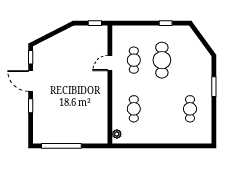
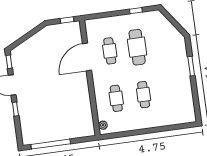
door: (110, 63) -> (87, 57), width x1.88
cafe table: (190, 109) -> (144, 95), moved

